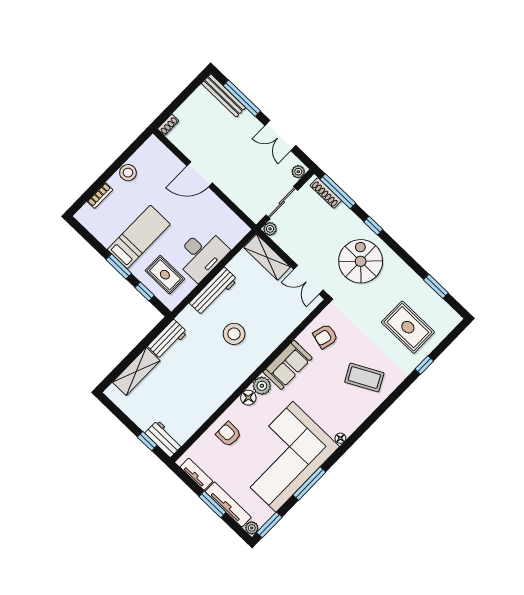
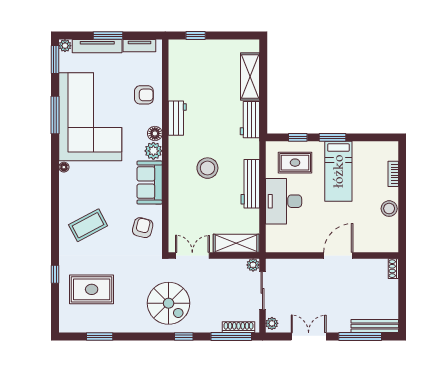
workbench: (164, 439) -> (177, 118), moved, turned -90

